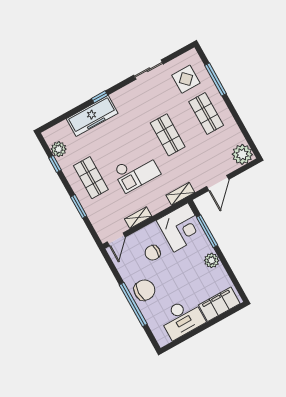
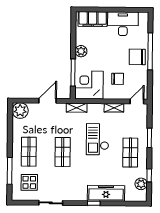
checkout: (137, 172) -> (97, 139), turned -90

